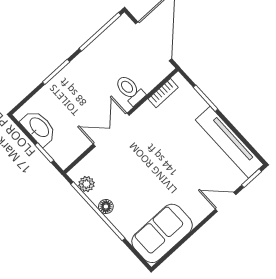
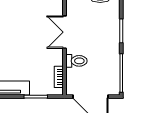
double door: (111, 130) -> (64, 32), swing flipped

